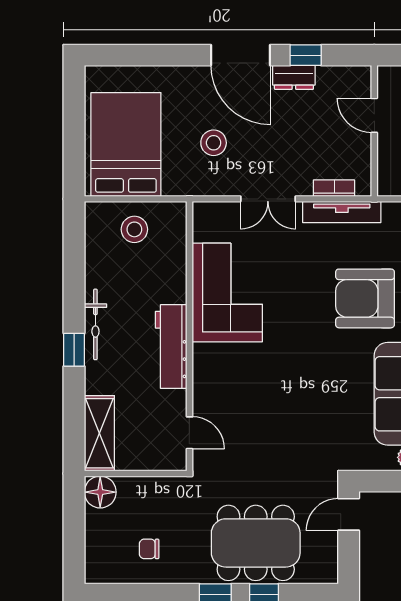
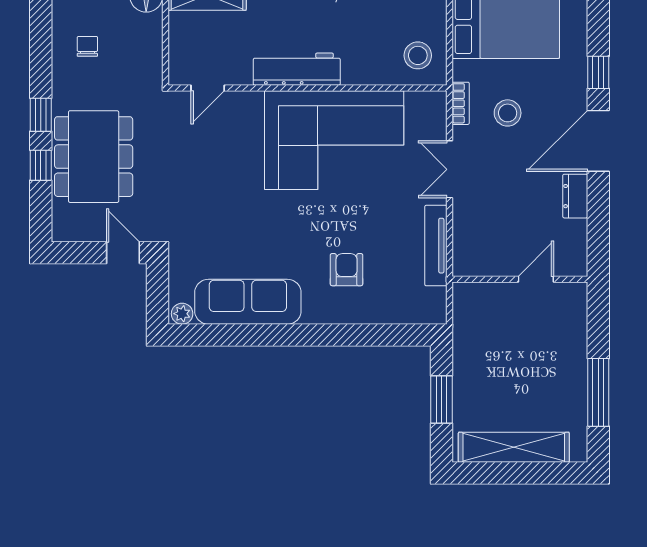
window: (306, 55) -> (598, 72), moved
bookcase: (334, 188) -> (461, 103), moved
stool: (134, 229) -> (418, 55), moved
corner sofa: (227, 292) -> (334, 140), width x1.36, depth x1.36
armchair: (365, 298) -> (347, 270), width x0.53, depth x0.53

